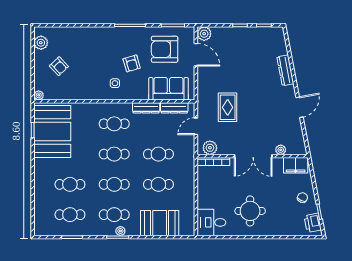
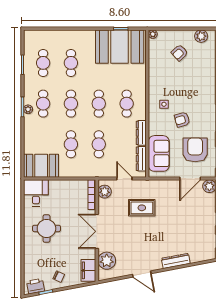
plant: (281, 150) -> (107, 261), width x1.87, depth x1.87
booth: (160, 223) -> (41, 166), moved, turned 90

